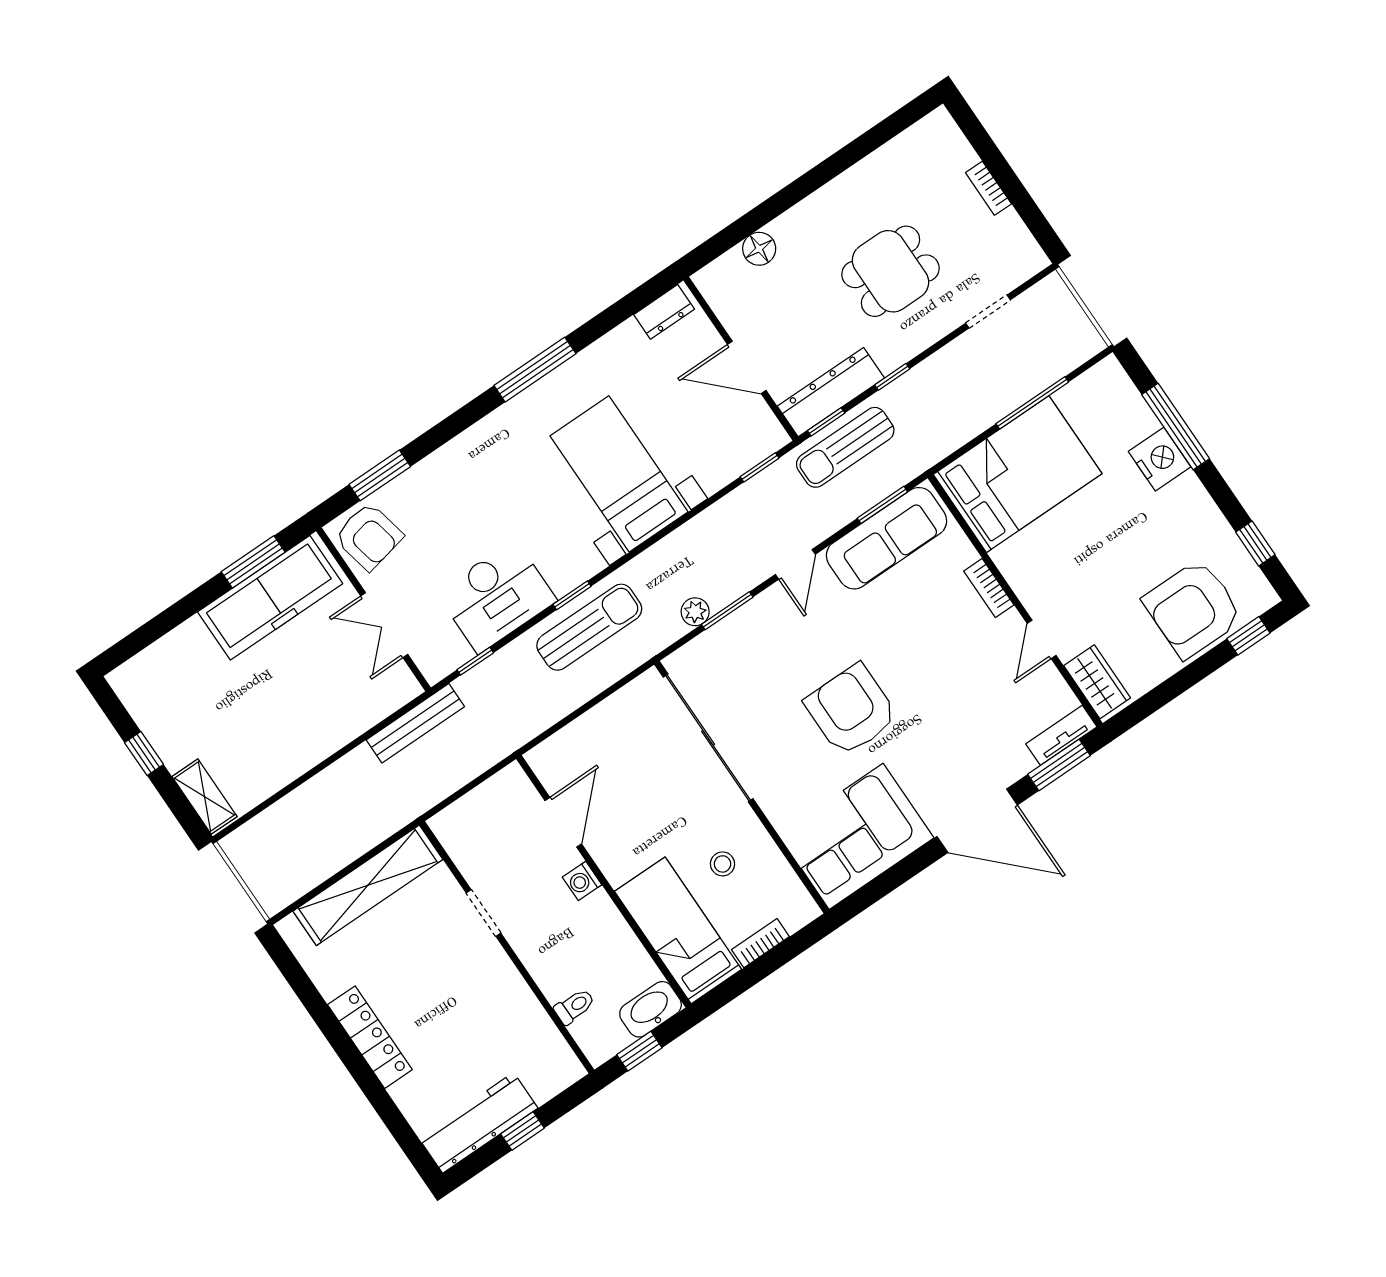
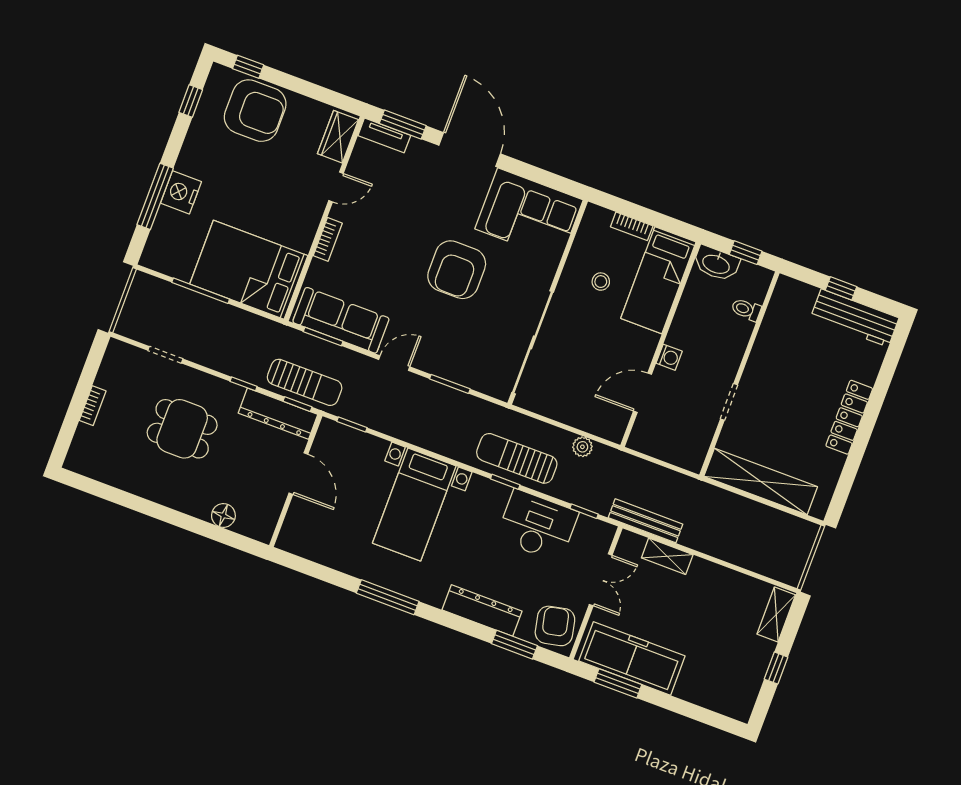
dresser: (664, 312) -> (482, 610), moved, width x1.96, depth x1.24
plant: (695, 612) -> (582, 447), moved
shelving: (358, 719) -> (667, 556), added

